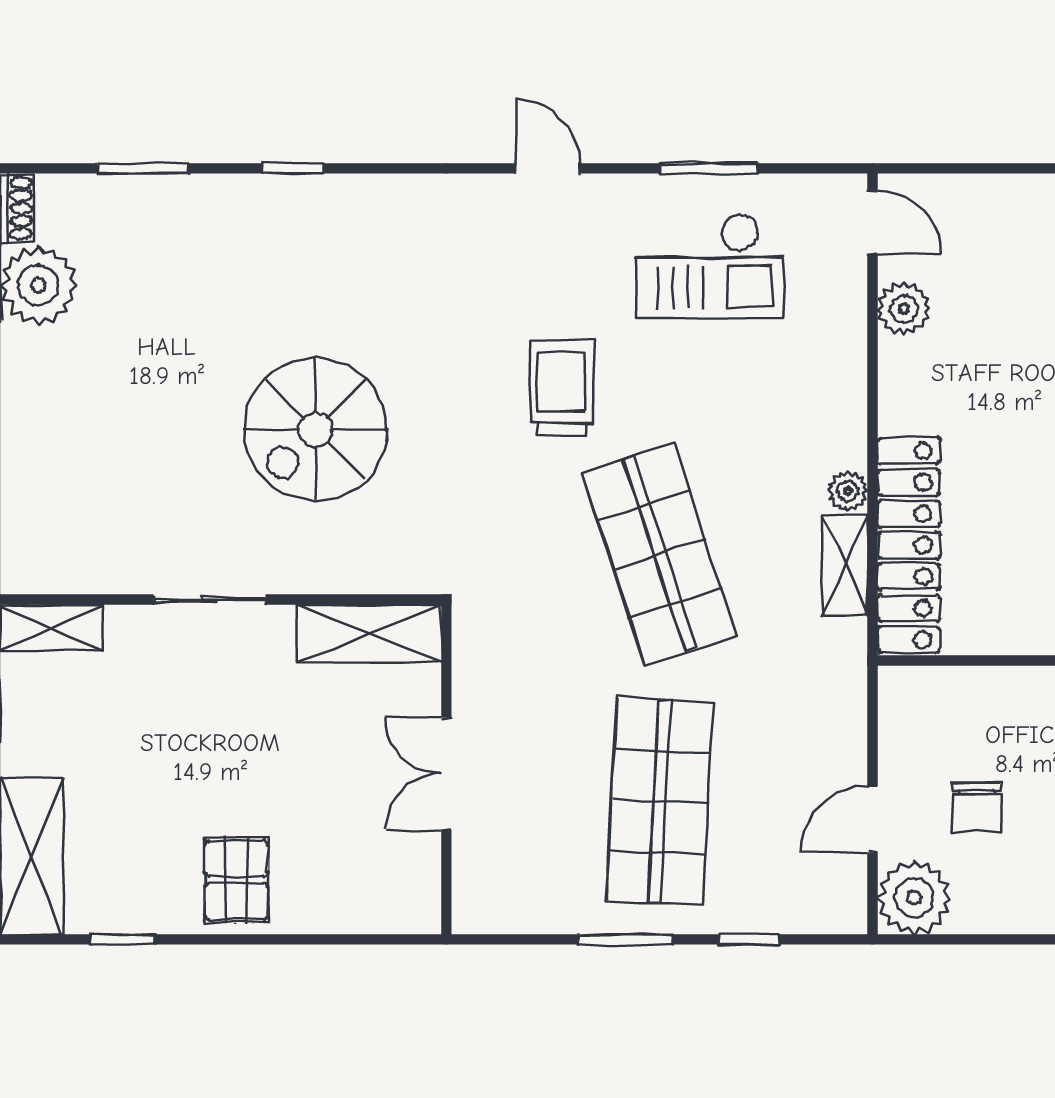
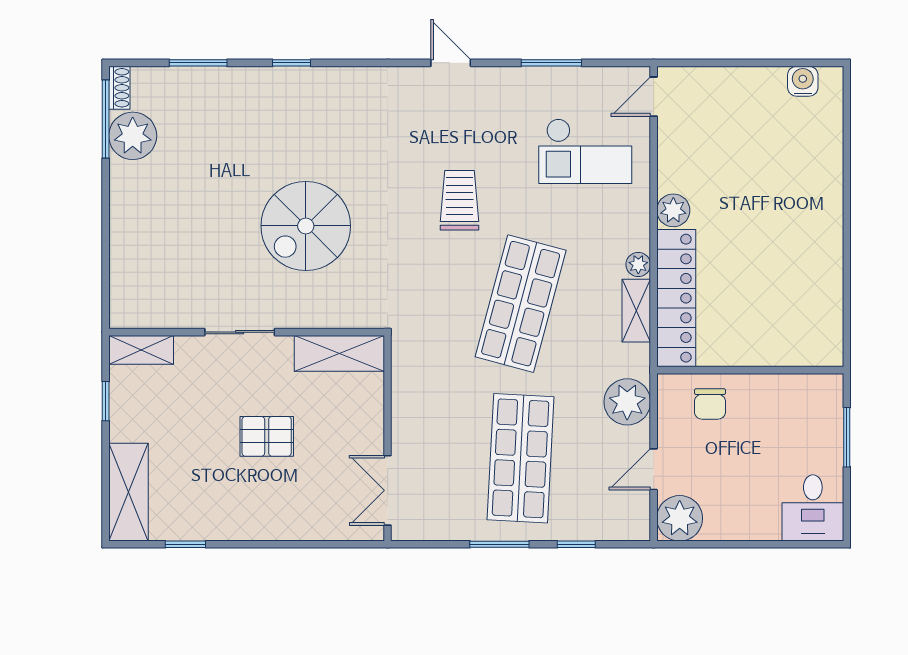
door: (872, 222) -> (654, 97), swing flipped
checkout: (710, 266) -> (585, 151), moved
plant: (904, 309) -> (673, 210), moved
shop shelf: (659, 554) -> (521, 304), turned 33
plant: (830, 711) -> (627, 402), added
double door: (446, 774) -> (388, 490), moved
chair: (976, 807) -> (710, 404), moved
pallet: (236, 880) -> (267, 436), moved, turned 90

